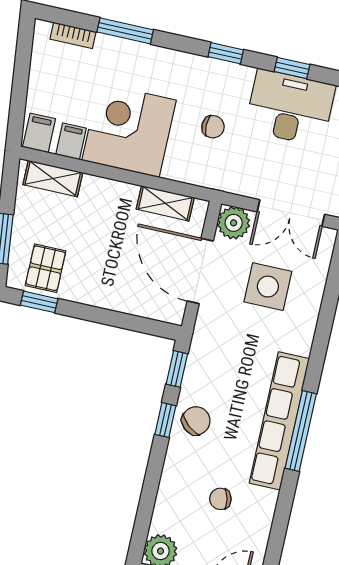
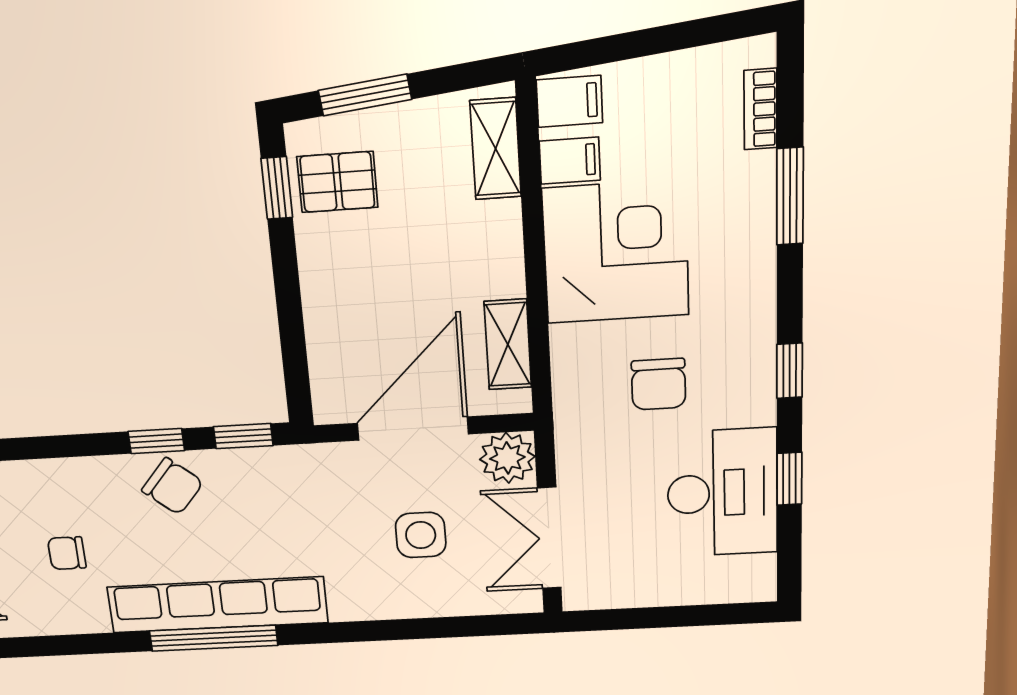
chair: (213, 127) -> (659, 384), width x1.37, depth x1.37
side table: (268, 287) -> (421, 535), width x0.73, depth x0.73
chair: (220, 499) -> (67, 553), turned -78

